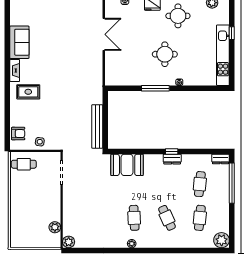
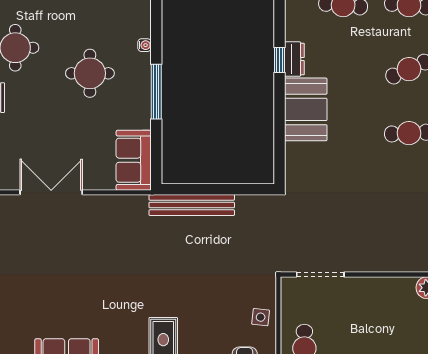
sofa: (120, 77) -> (134, 160), added
bench: (97, 126) -> (192, 205), moved
booth: (127, 165) -> (306, 109), moved

